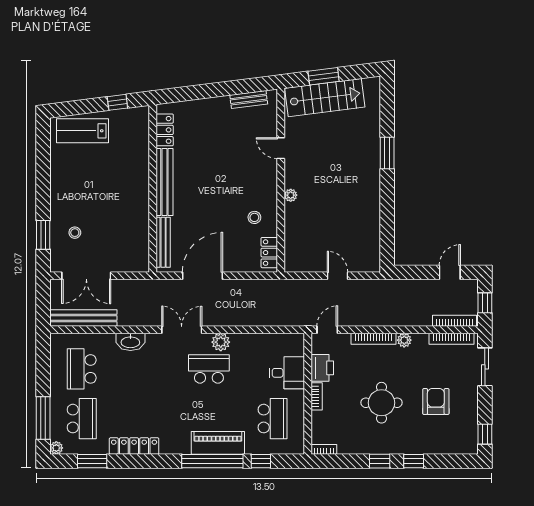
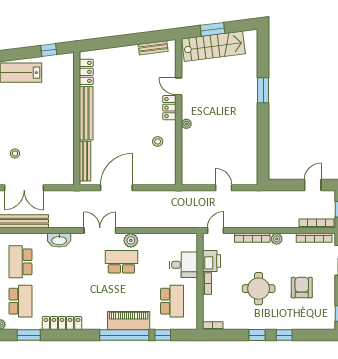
locker: (269, 253) -> (169, 108), moved

